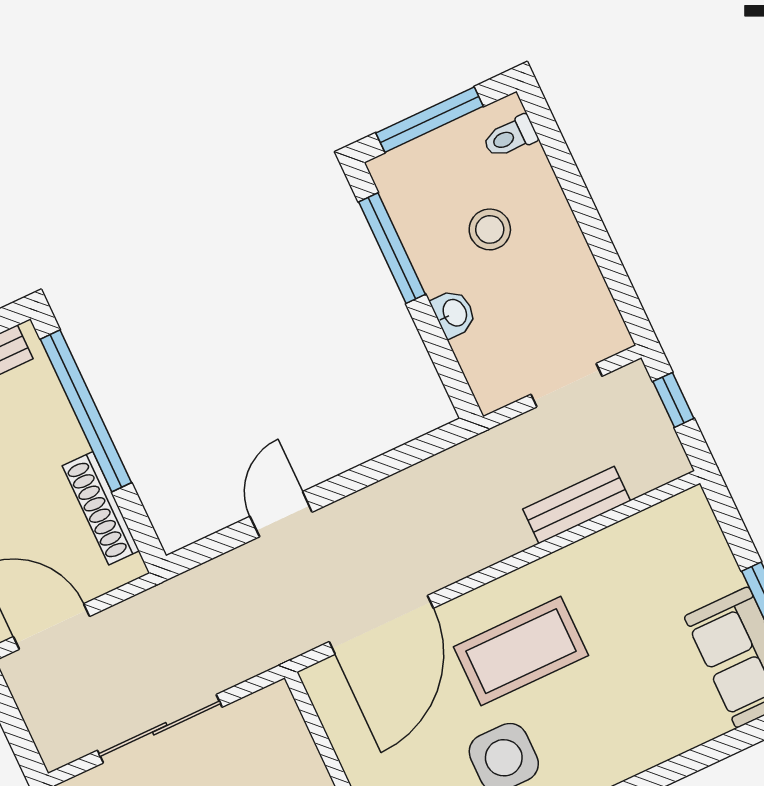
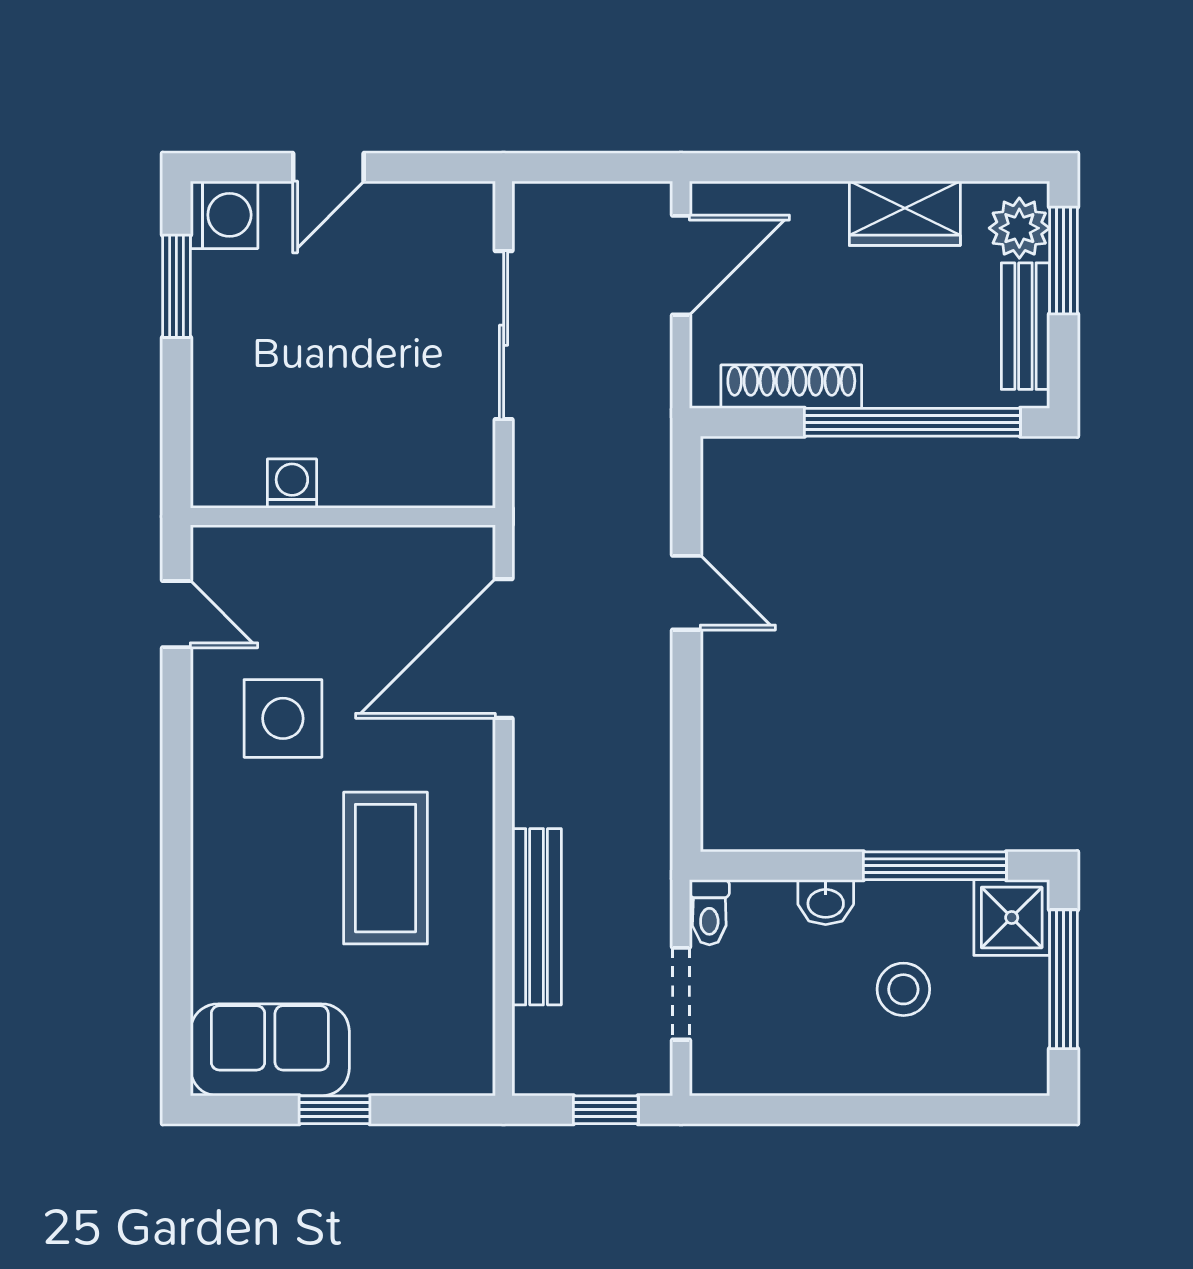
toilet: (510, 137) -> (709, 912), moved, turned 180
shower: (403, 177) -> (1012, 918), added
bench: (577, 505) -> (537, 917), width x1.36
door: (381, 625) -> (504, 648), hinge flipped
coffee table: (521, 651) -> (386, 868), moved

